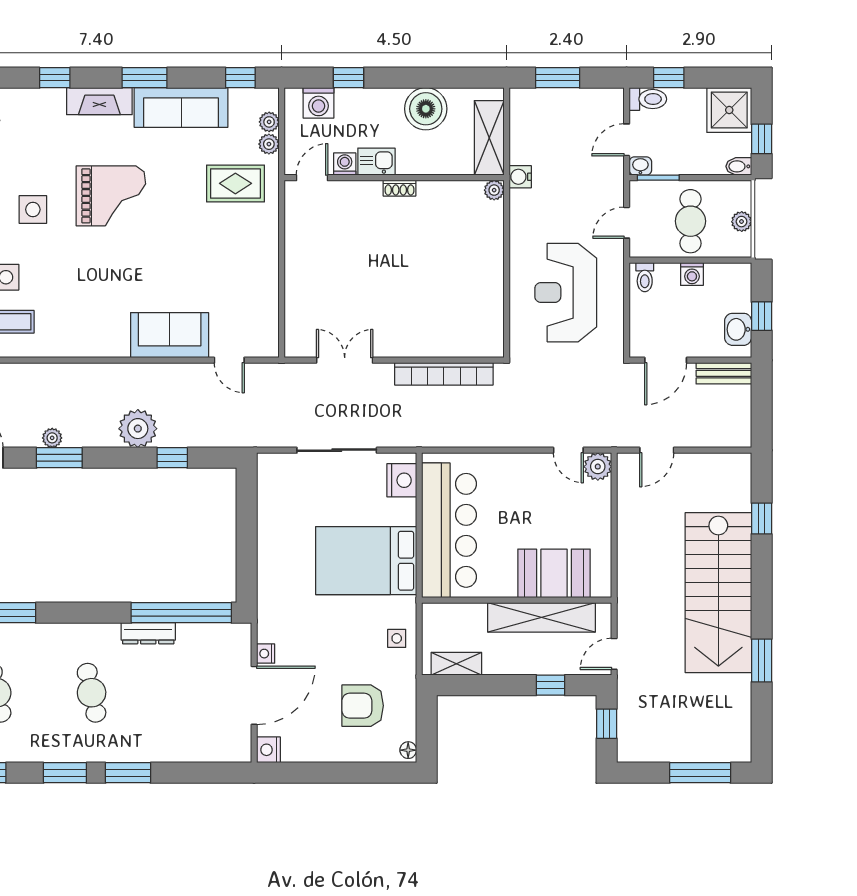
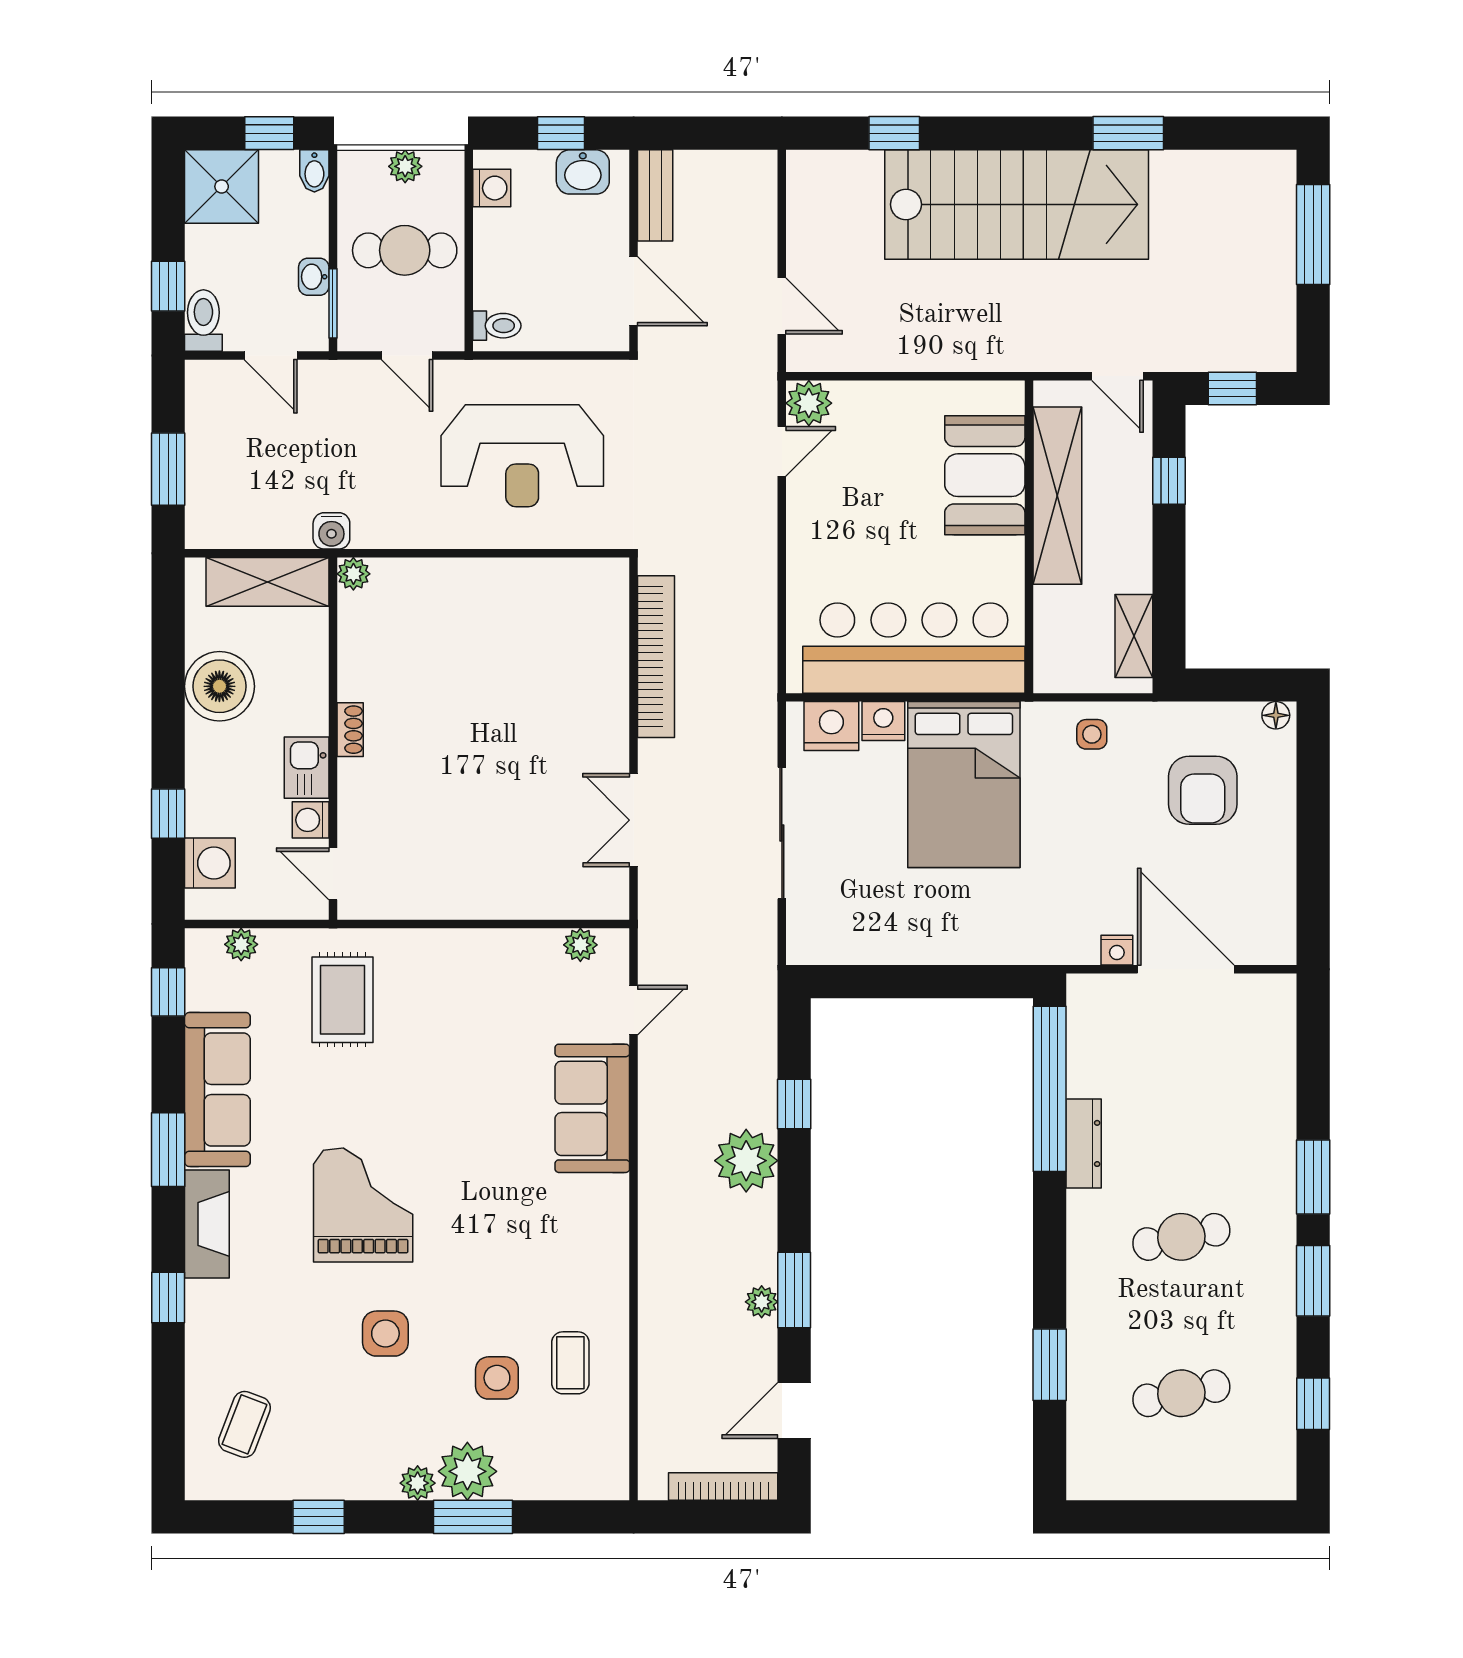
plant: (269, 144) -> (580, 945), moved
washbasin: (640, 166) -> (314, 277), moved
washing machine: (692, 274) -> (492, 188), moved
nightstand: (268, 750) -> (883, 721), moved, turned 180

